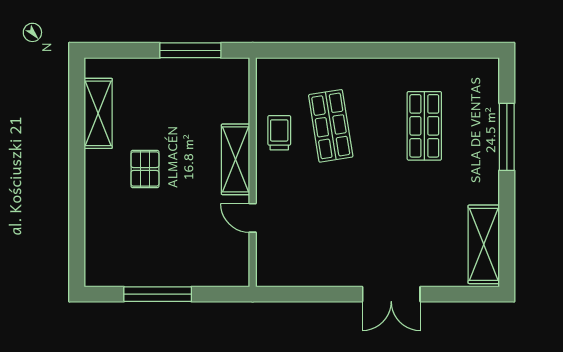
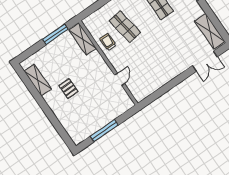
shelving: (236, 159) -> (83, 39), moved
door: (253, 218) -> (120, 79), swing flipped
double door: (391, 294) -> (205, 61), moved

